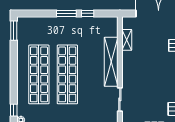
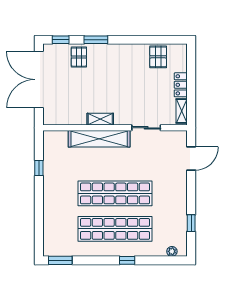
window: (66, 13) -> (39, 195), removed
shelving: (127, 40) -> (100, 119), moved
window: (14, 110) -> (127, 260), moved

